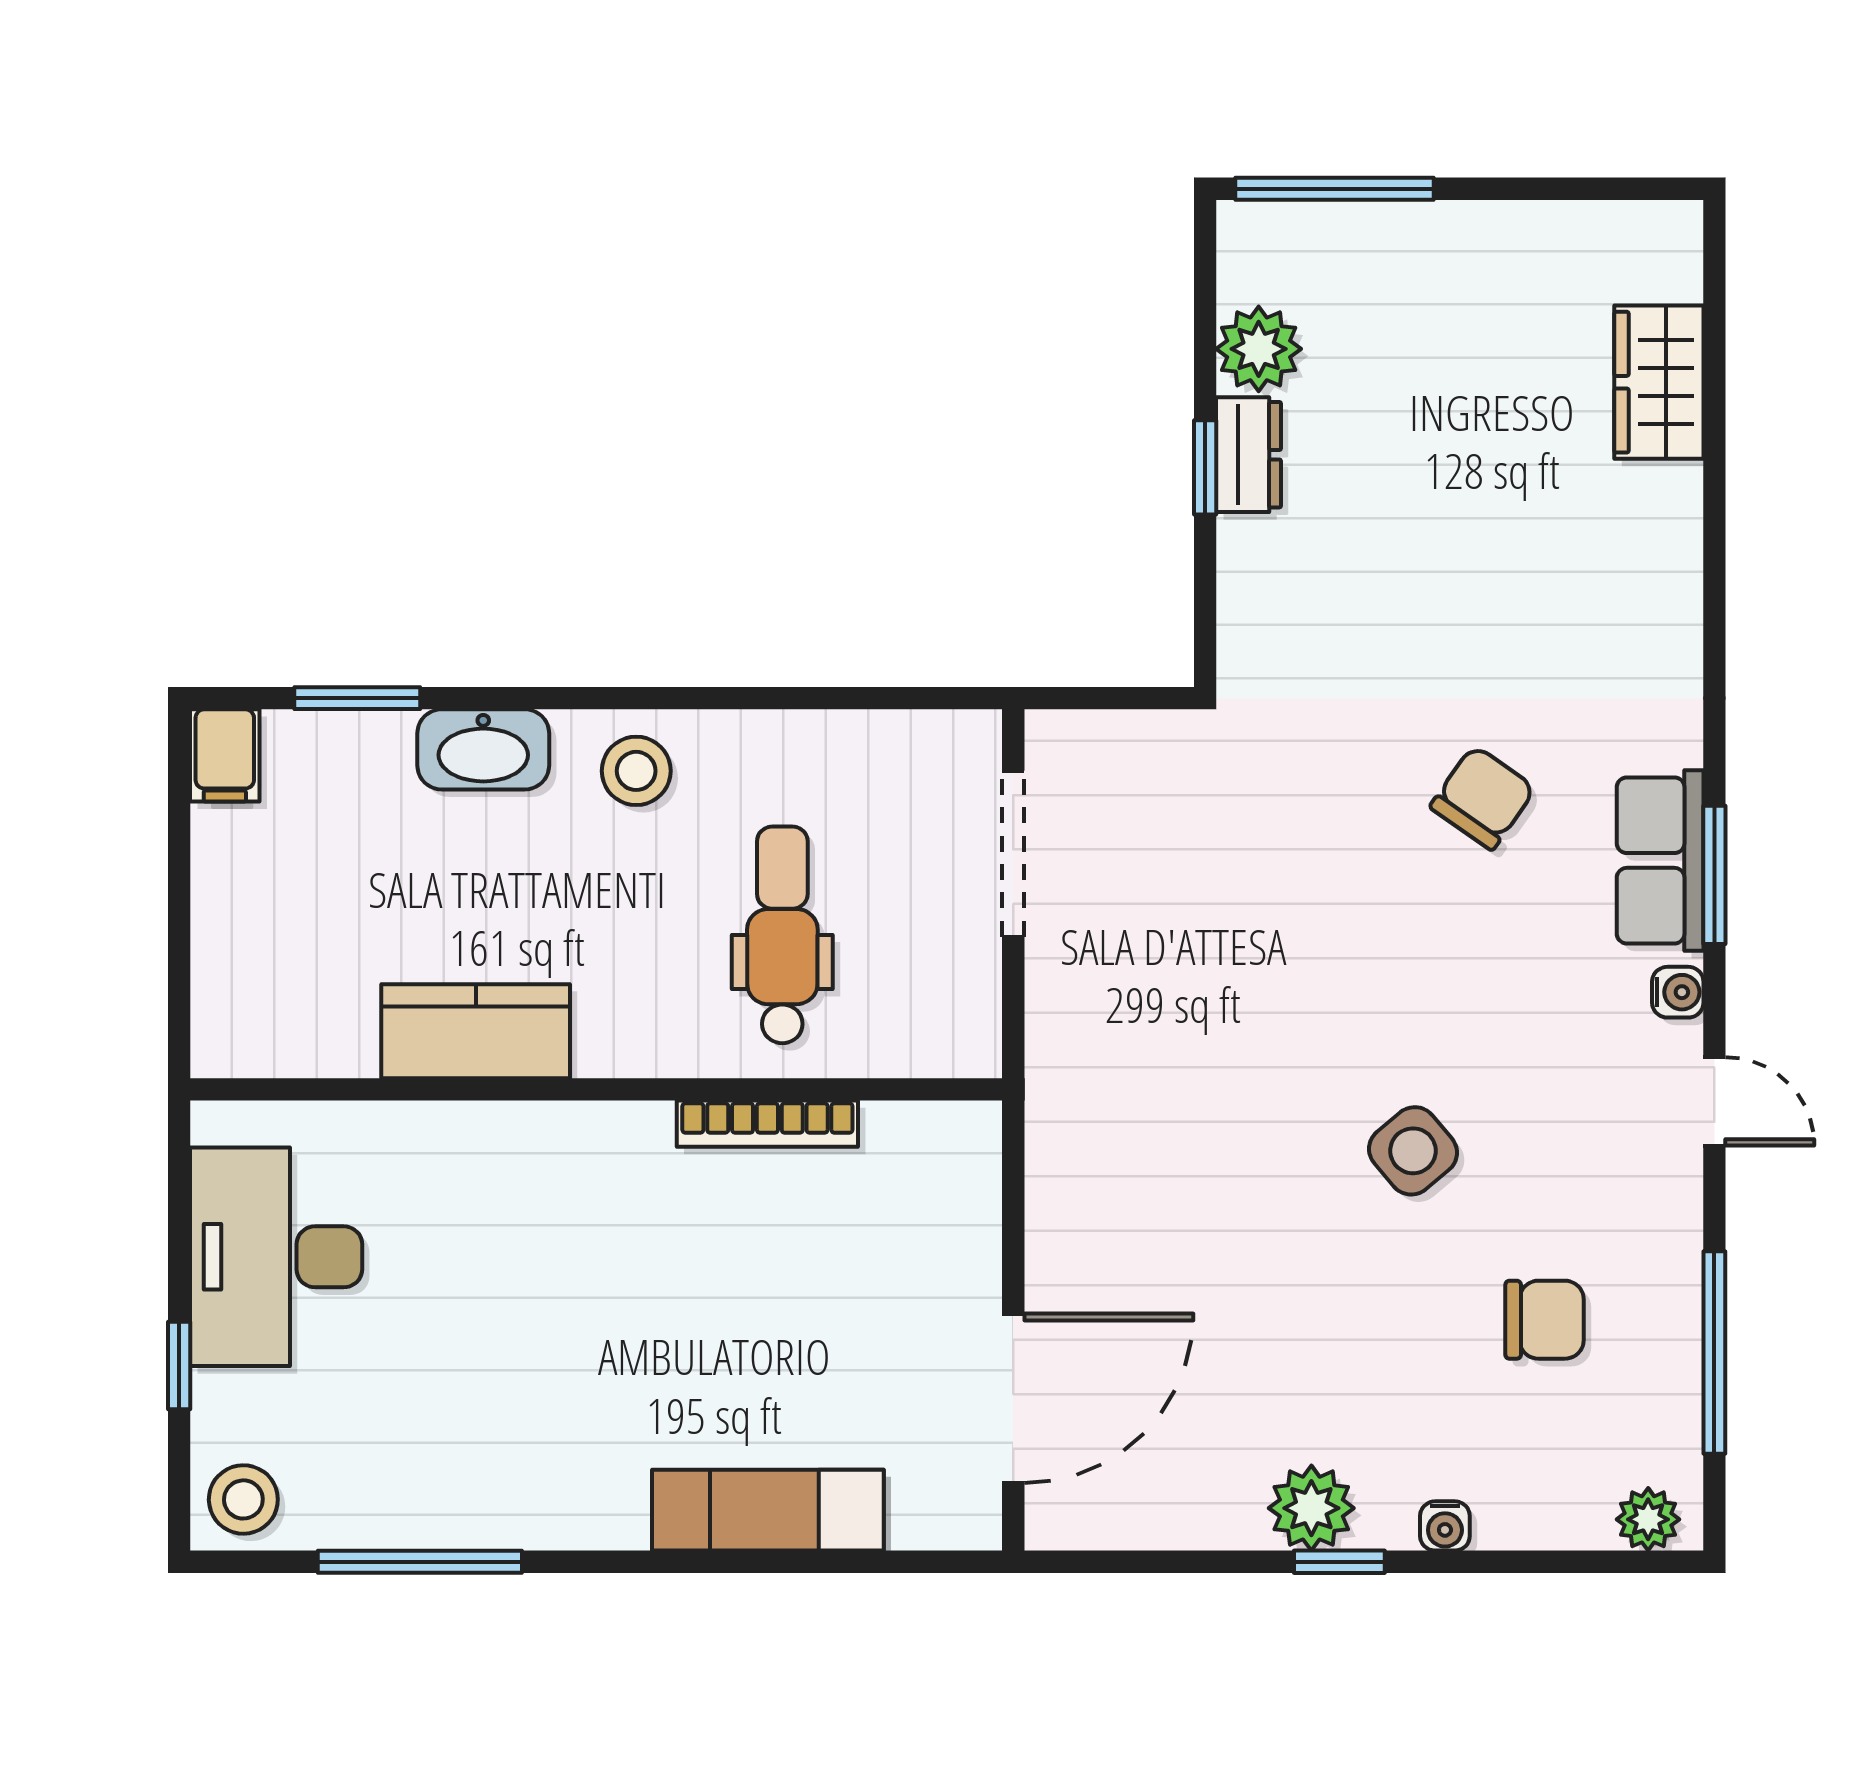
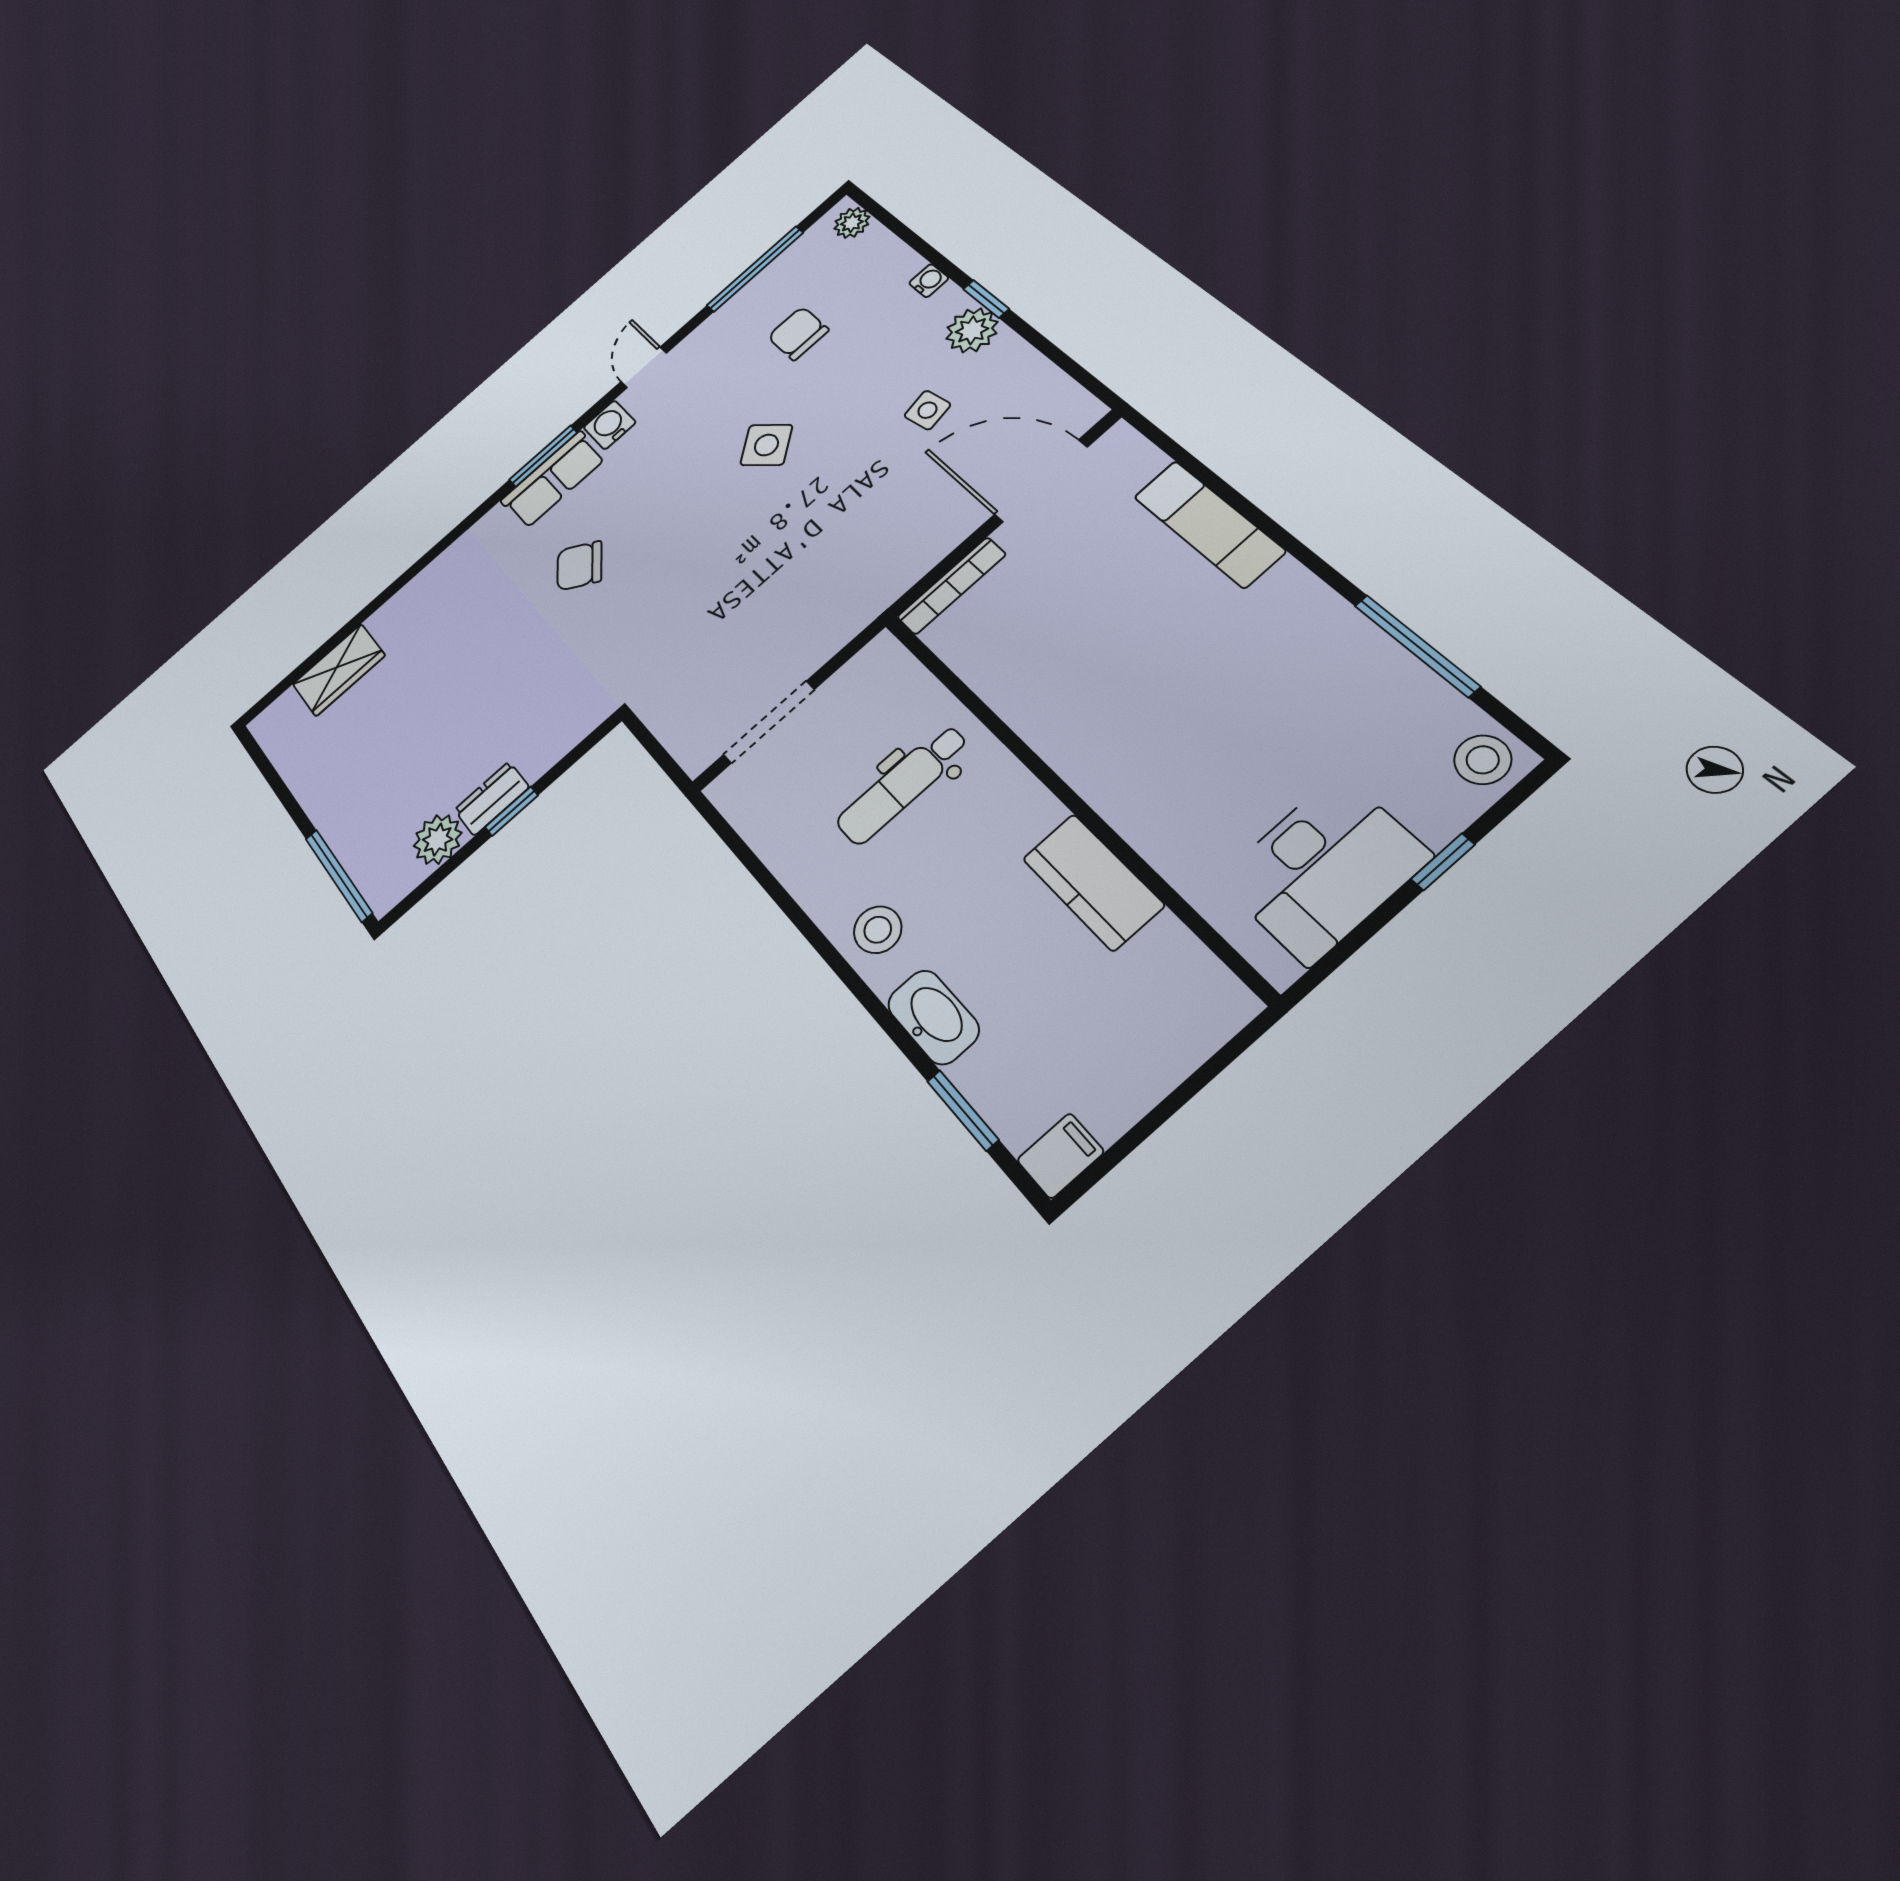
water cooler: (1678, 992) -> (610, 425), width x1.38, depth x1.38
bookcase: (767, 1124) -> (952, 586), moved, turned 90
side table: (1252, 1365) -> (927, 410), added

